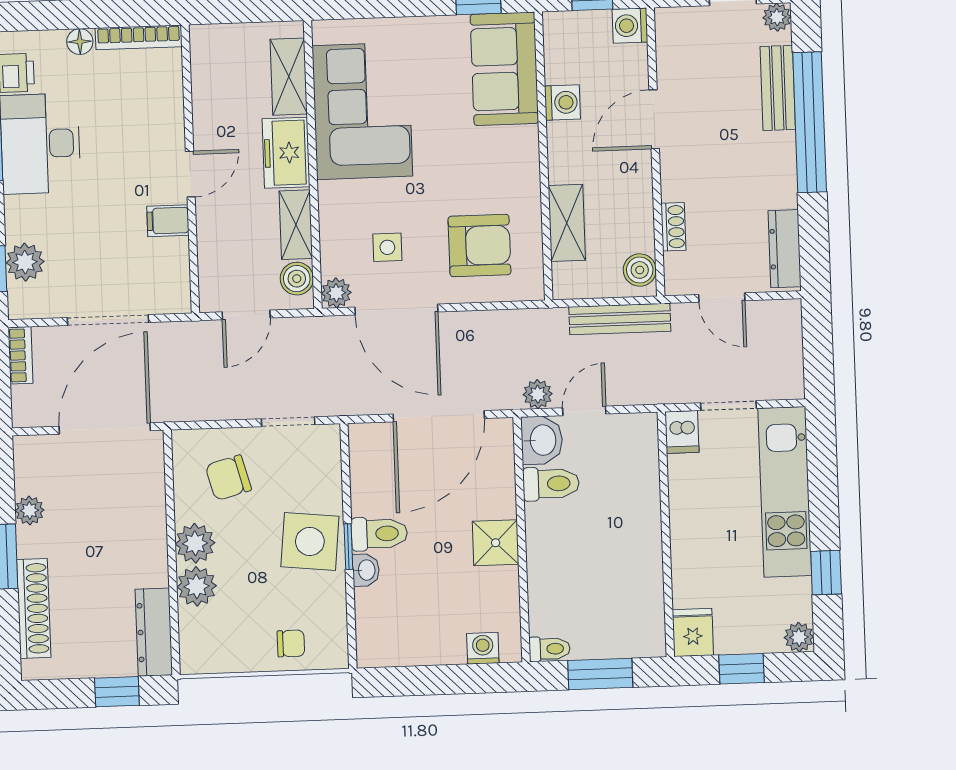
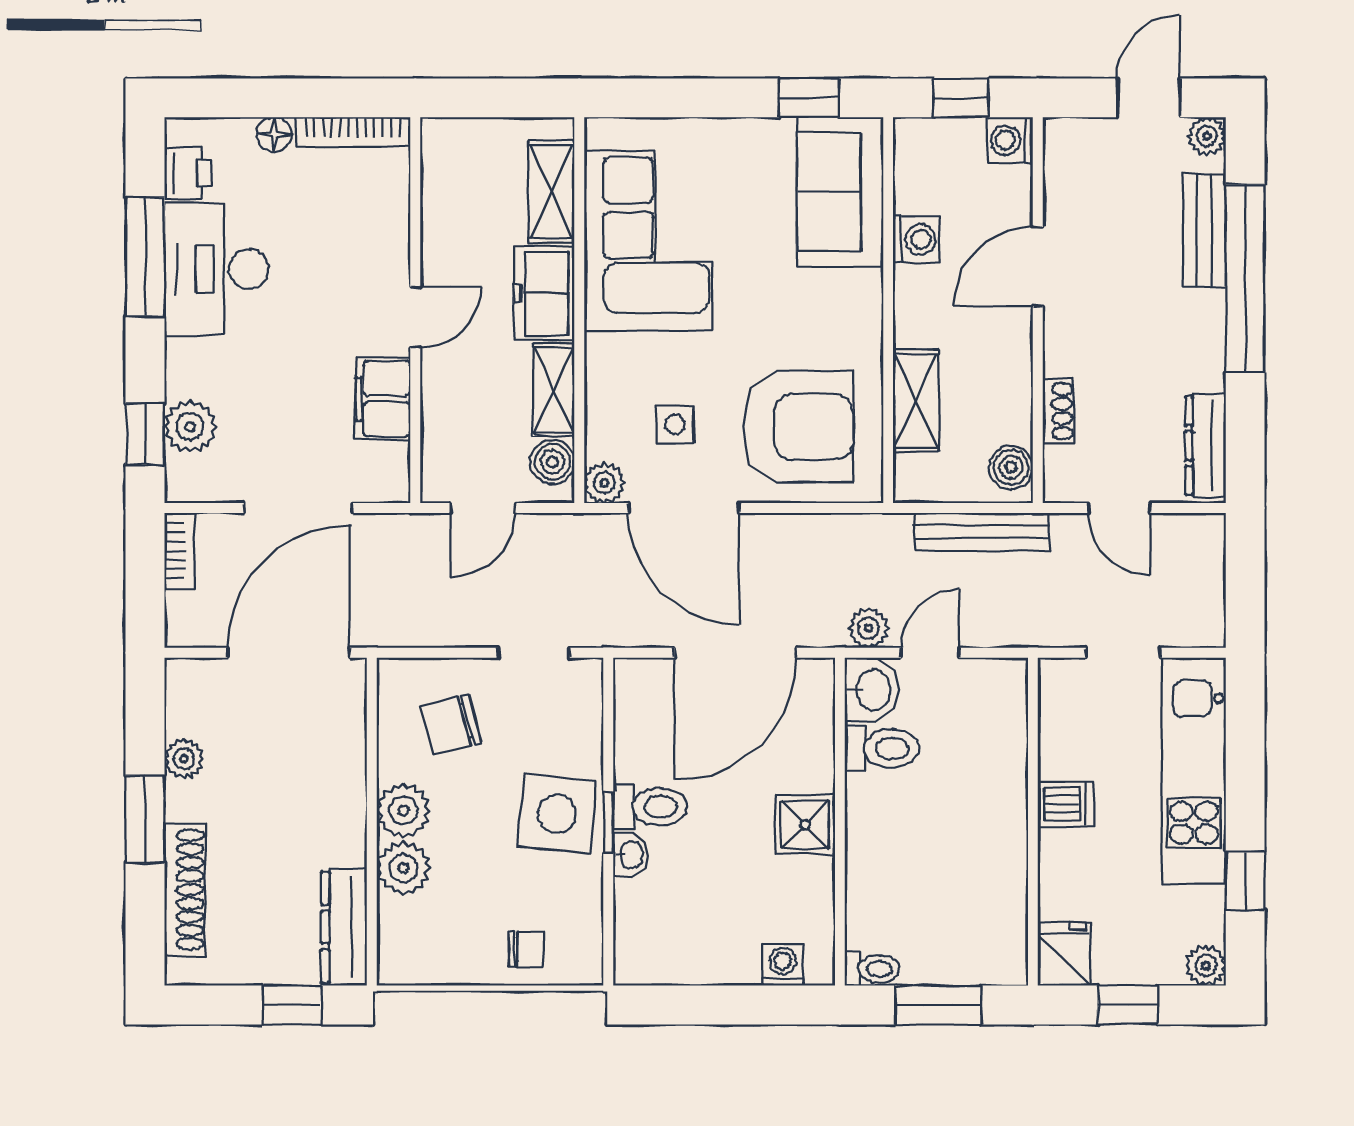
filing cabinet: (168, 221) -> (383, 399), width x2.00
armchair: (479, 246) -> (798, 427), width x1.36, depth x1.36
dishwasher: (682, 432) -> (1066, 804), moved, turned -90

